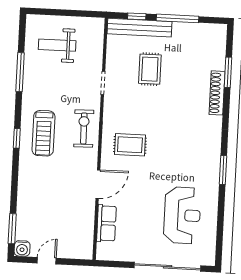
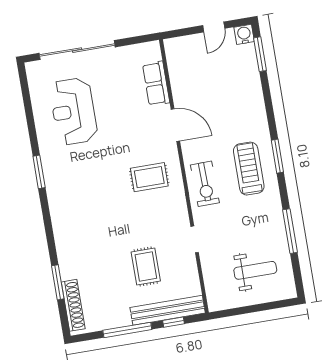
shoe rack: (217, 93) -> (73, 305), moved
window: (17, 138) -> (277, 156), width x1.50
door: (98, 184) -> (175, 125), swing flipped

